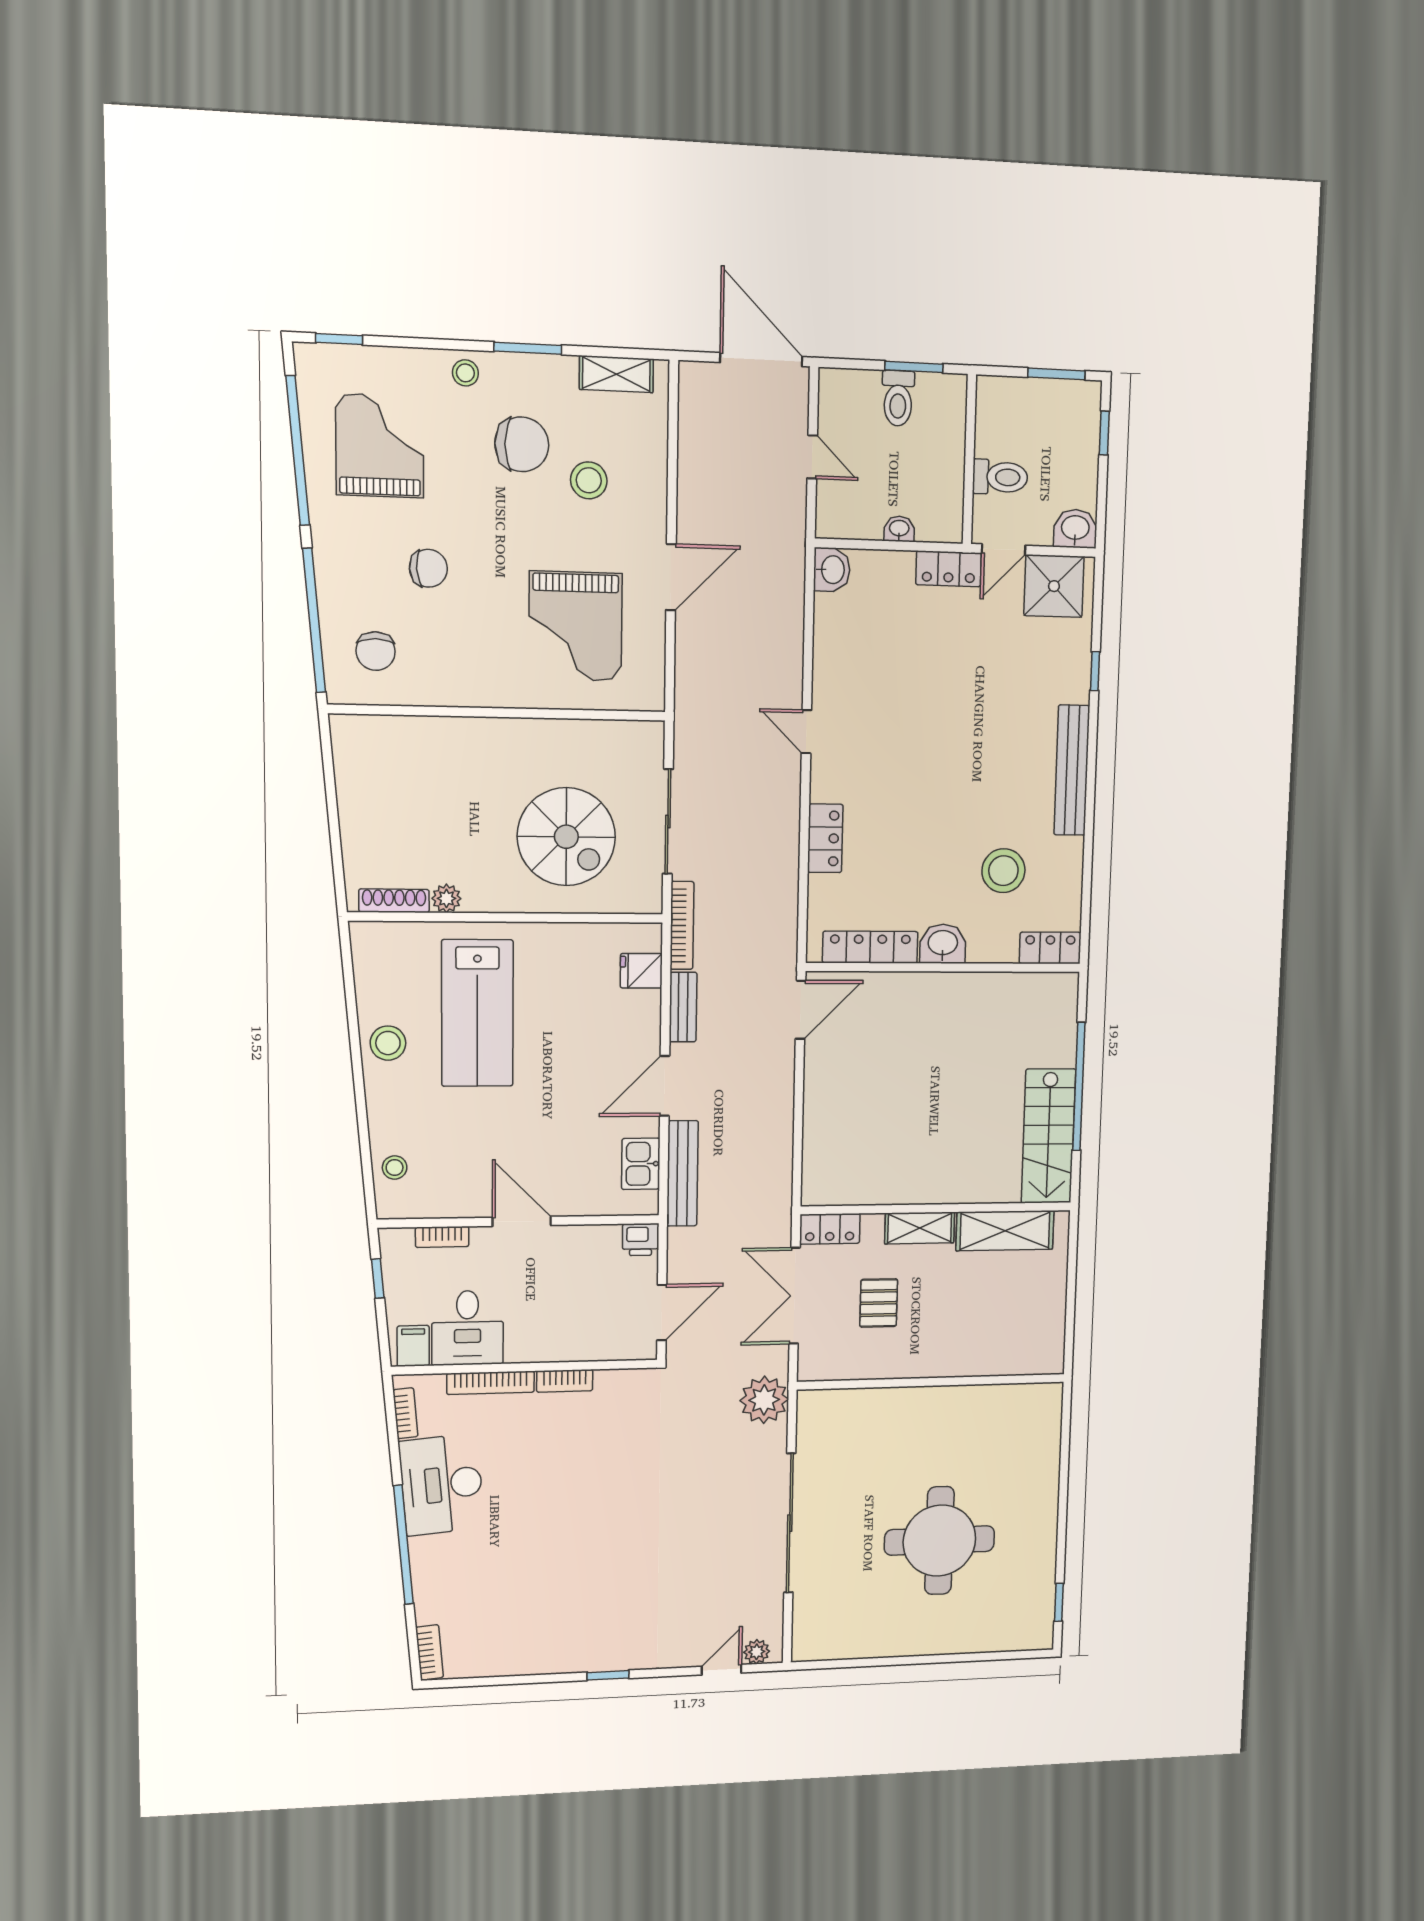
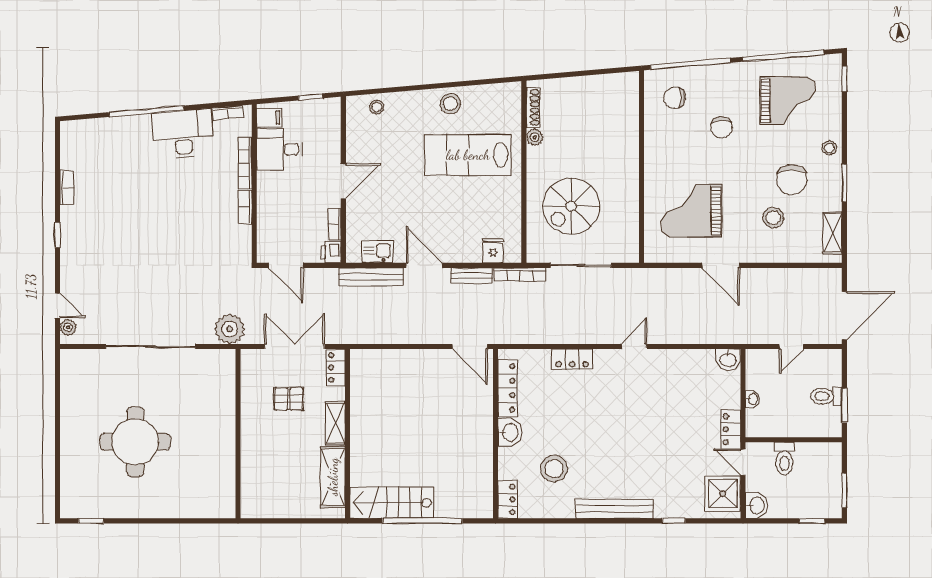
bookcase: (442, 1237) -> (335, 224), moved
bookcase: (429, 1652) -> (67, 188), moved, turned -85

